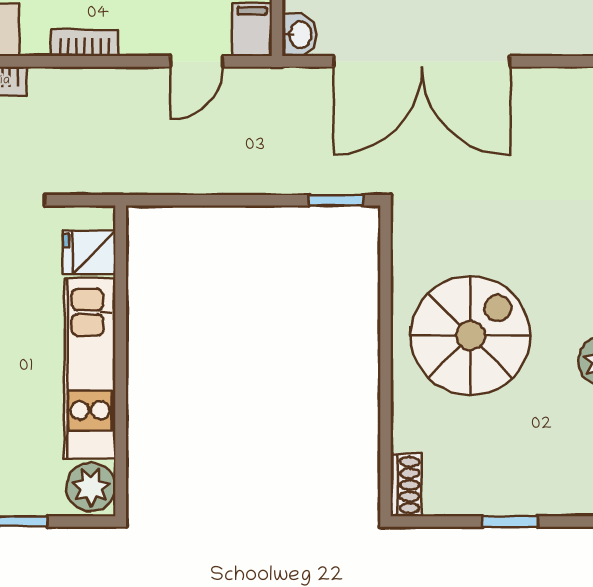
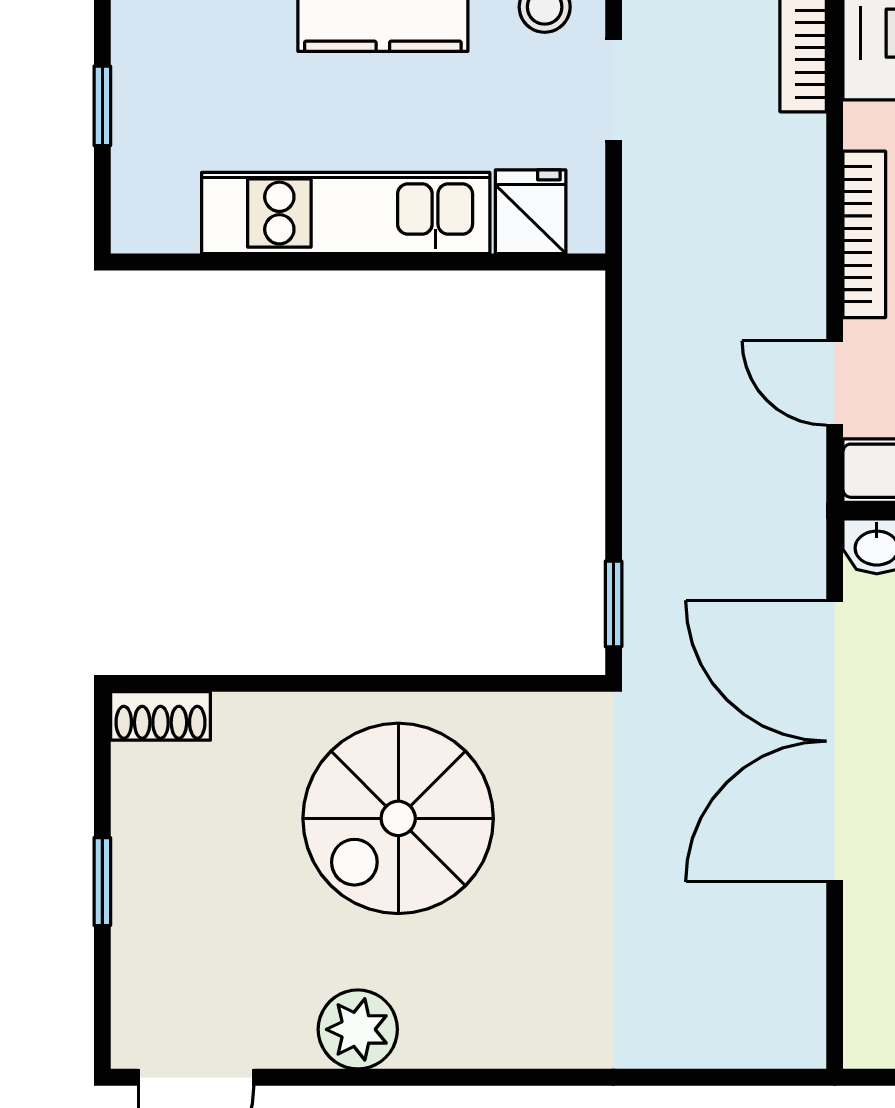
bookcase: (85, 43) -> (864, 234), width x1.56
spiral stairs: (470, 336) -> (398, 818), turned 90
plant: (91, 487) -> (157, 215), removed

